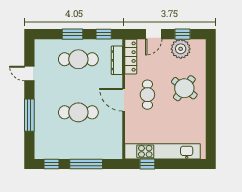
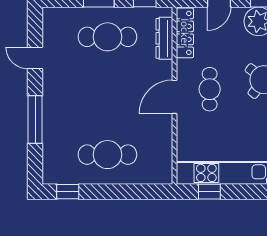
door: (124, 100) -> (174, 97), hinge flipped
cafe table: (78, 112) -> (107, 155), moved
window: (86, 164) -> (119, 192), removed

